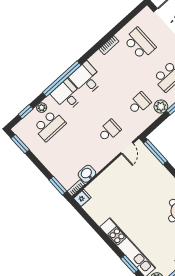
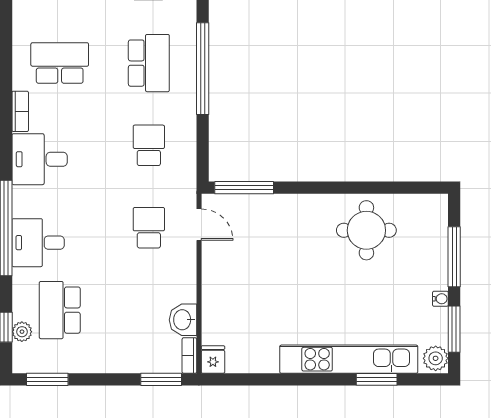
desk: (86, 79) -> (40, 159), moved
plant: (161, 106) -> (183, 117), removed
plant: (42, 108) -> (22, 332), moved
school desk: (50, 126) -> (60, 310), turned 180

